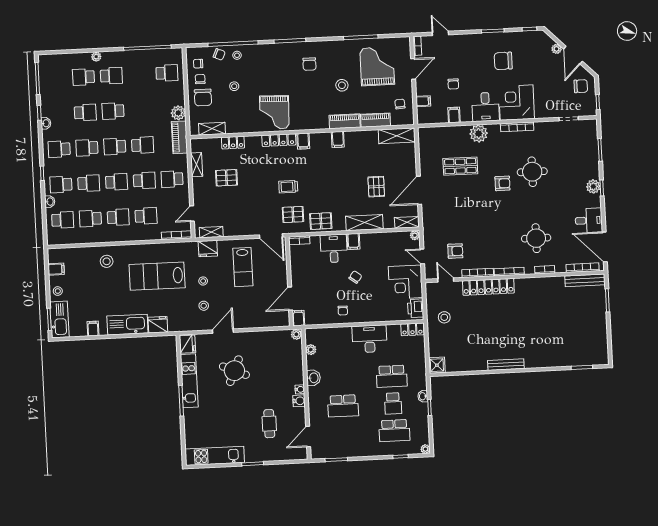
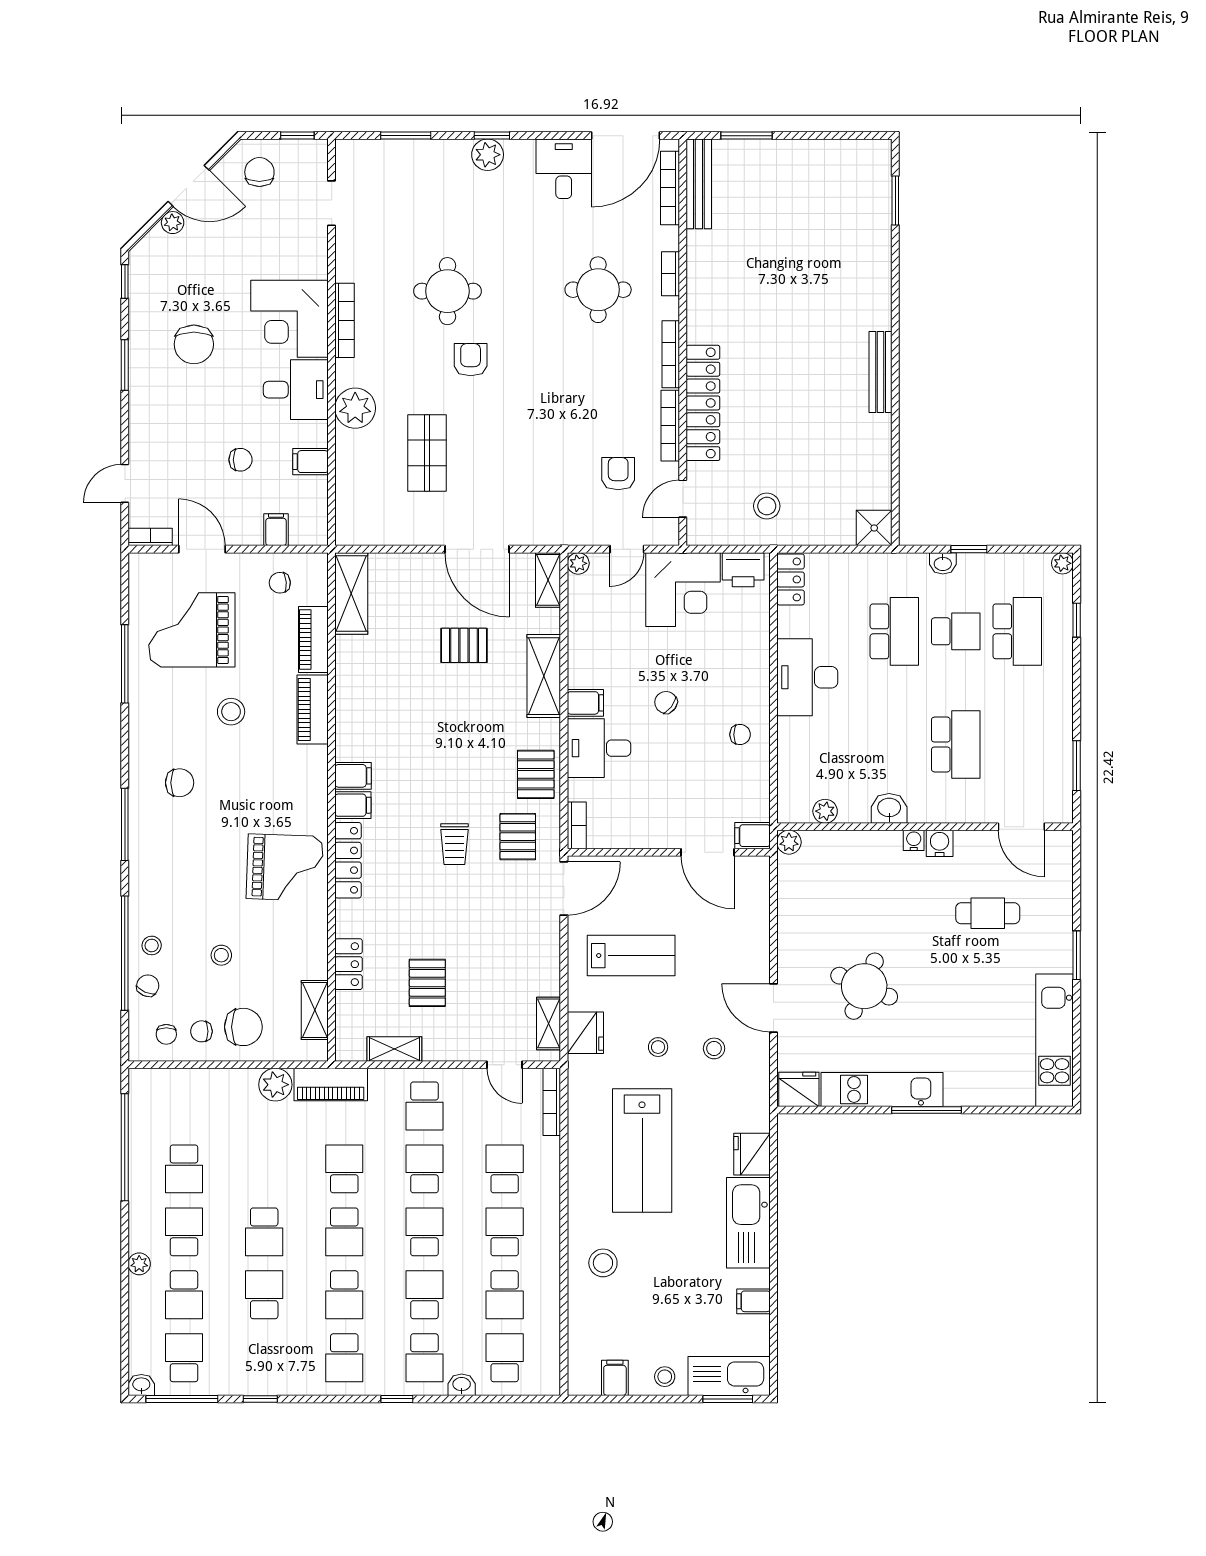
school desk: (167, 73) -> (184, 1169), moved, turned 180
school desk: (56, 78) -> (184, 1358), added
washbasin: (46, 123) -> (141, 1385), moved
filing cabinet: (338, 139) -> (353, 776), moved

